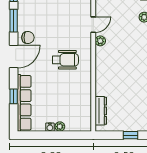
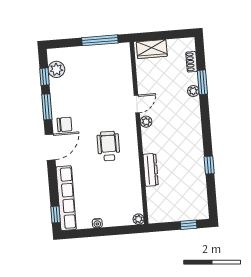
wheelchair: (65, 60) -> (108, 146), turned -90
window: (14, 96) -> (56, 215), moved
dresser: (101, 111) -> (151, 170), moved
plant: (60, 127) -> (139, 219), moved

